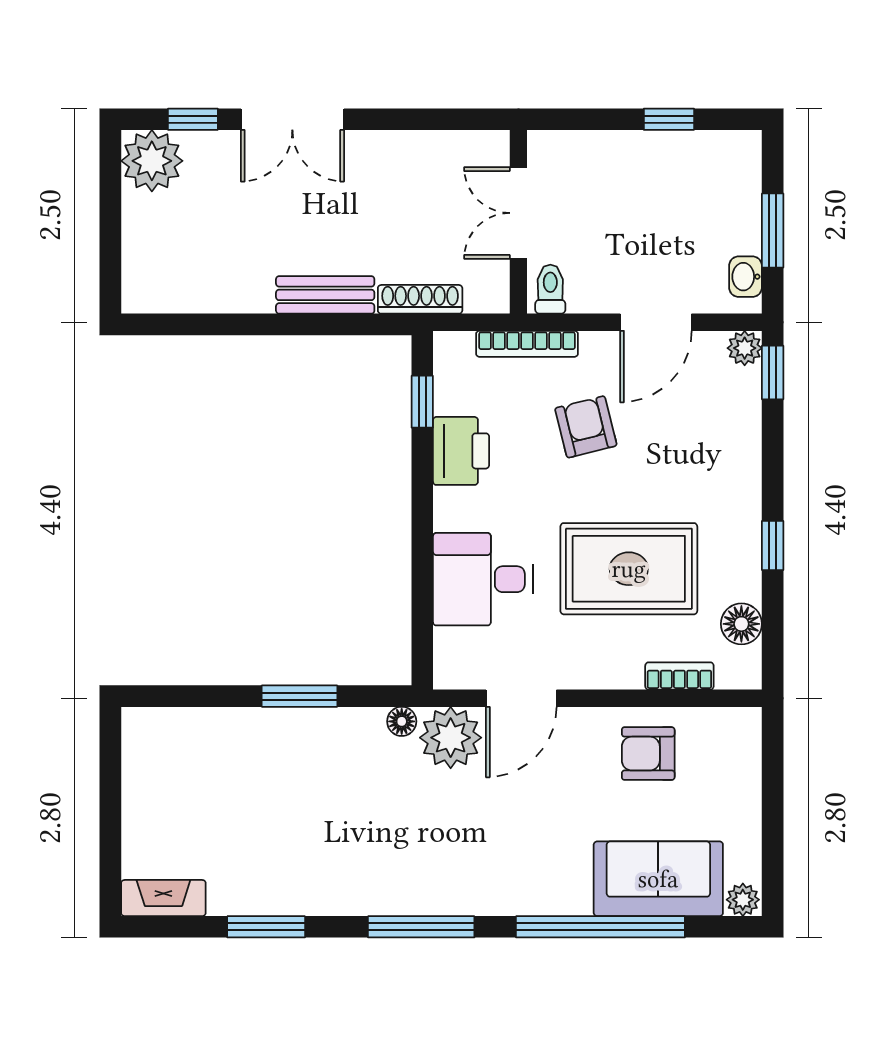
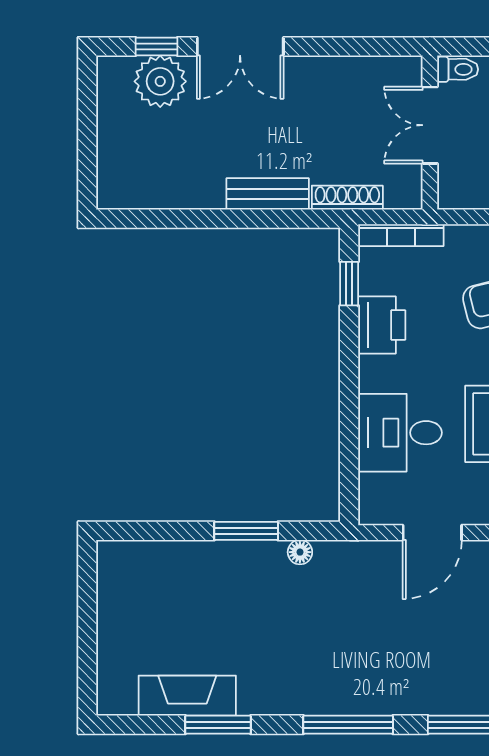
plant: (152, 161) -> (160, 81), moved
toilet: (550, 289) -> (458, 69), moved, turned 90
bookcase: (527, 344) -> (401, 235), moved
floor lamp: (402, 721) -> (300, 552), moved
plant: (451, 738) -> (373, 566), removed
fireplace: (163, 898) -> (187, 696), moved, width x1.37, depth x1.32

